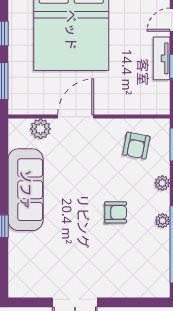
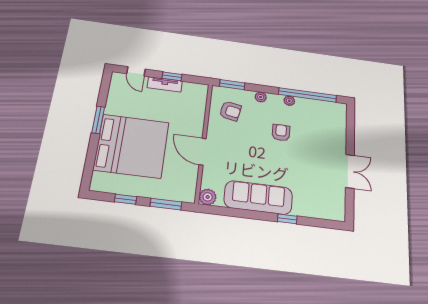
plant: (41, 129) -> (208, 197), moved

